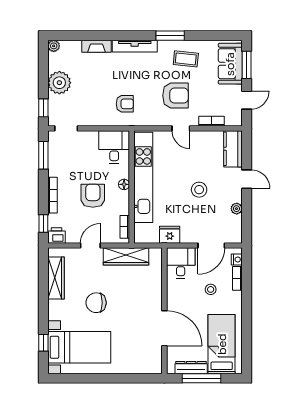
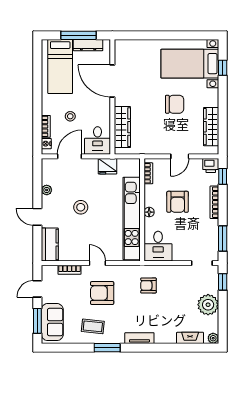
fireplace: (96, 46) -> (190, 338), moved
tv unit: (135, 46) -> (139, 338), width x0.71
wardrobe: (126, 256) -> (122, 127), moved, turned 90

